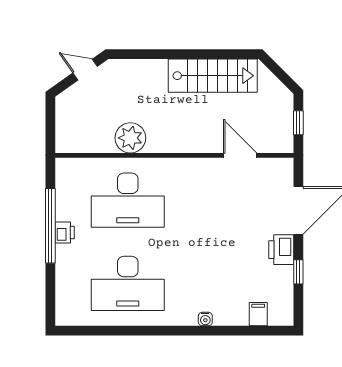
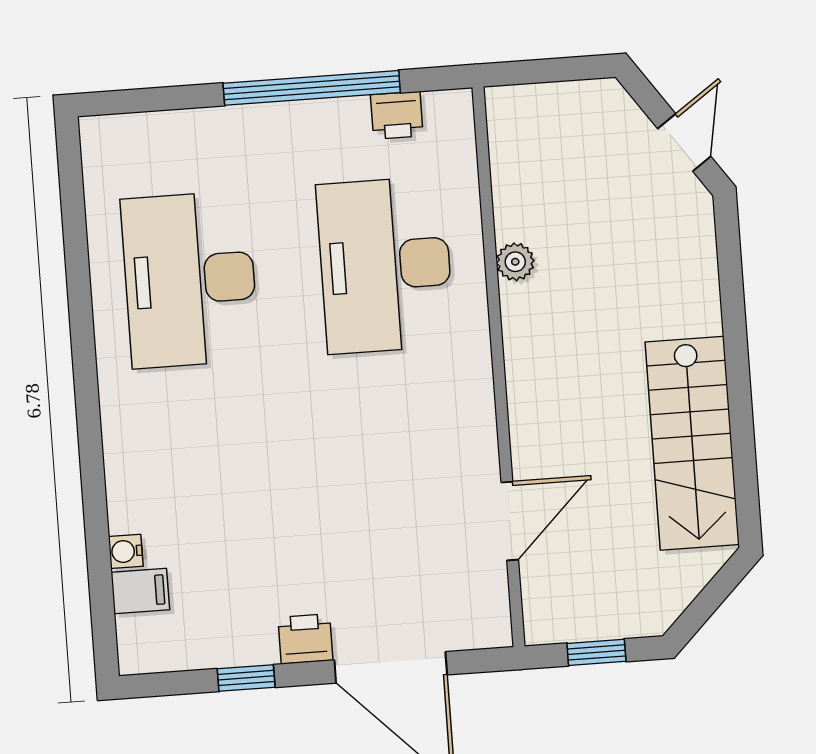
plant: (130, 138) -> (515, 262), width x0.53, depth x0.53
printer: (65, 232) -> (397, 115), moved
printer: (281, 250) -> (305, 639), width x0.73, depth x0.81
water cooler: (205, 319) -> (126, 551), moved

